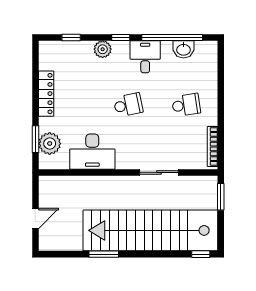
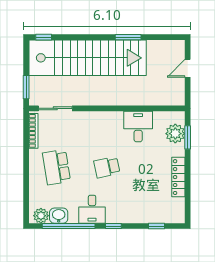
plant: (103, 49) -> (41, 216), moved
school desk: (186, 105) -> (56, 167), width x1.85
desk: (92, 152) -> (138, 126), width x0.73
sliding door: (159, 172) -> (55, 108), moved

